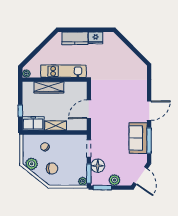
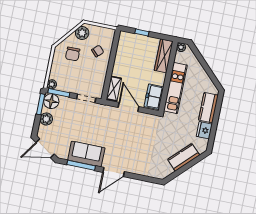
kitchen counter: (123, 51) -> (184, 157), added
wardrobe: (49, 87) -> (164, 56), moved
door: (149, 111) -> (114, 172), hinge flipped
freezer: (33, 124) -> (154, 97), moved, turned 180
shelving: (56, 126) -> (114, 89), moved
floor lamp: (98, 166) -> (51, 101), moved

